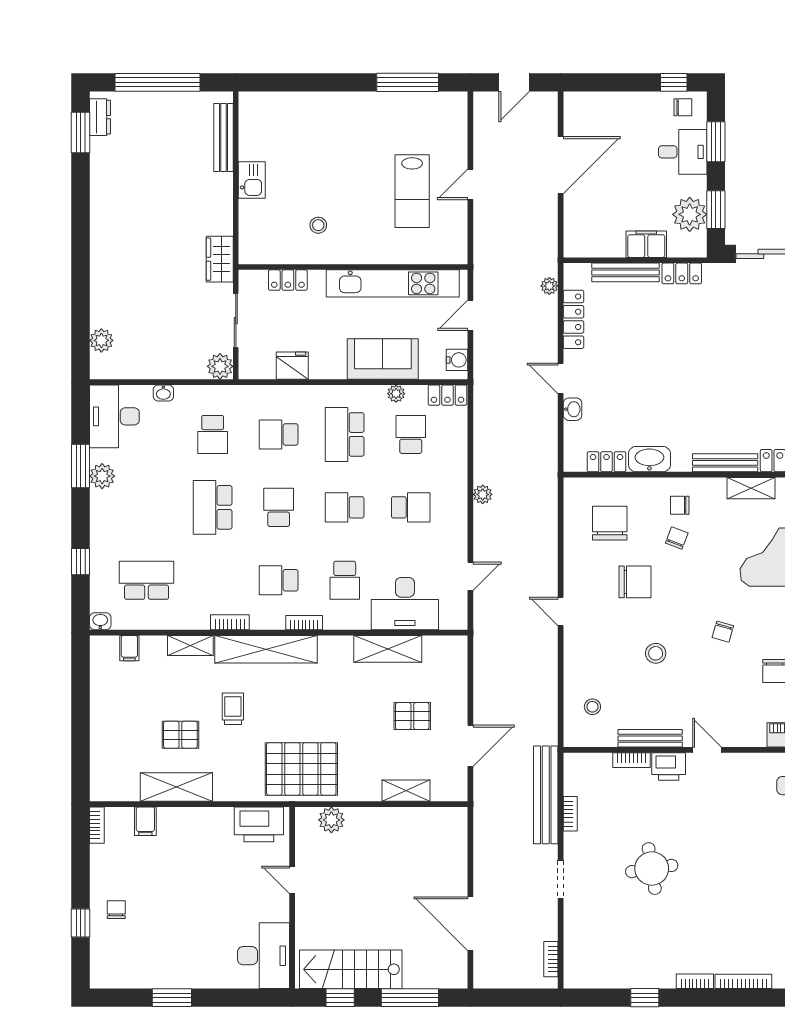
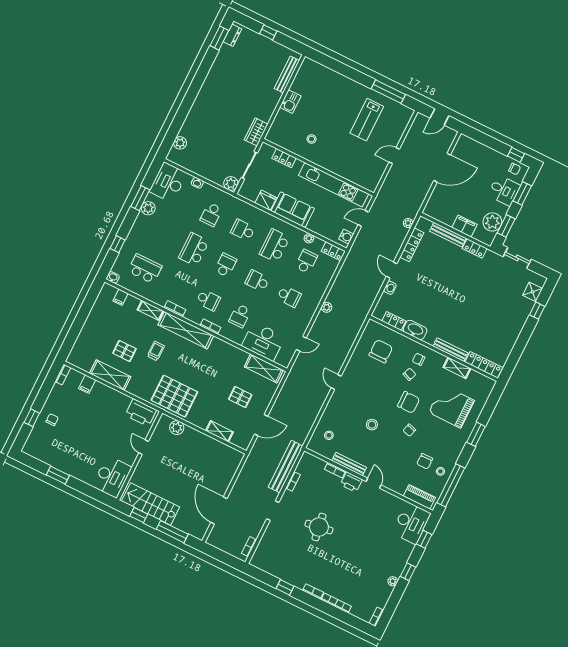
window: (157, 82) -> (268, 32), width x0.32
lab bench: (412, 191) -> (367, 120), moved
sofa: (383, 359) -> (293, 210), moved
school desk: (279, 580) -> (208, 300), turned 180
chair: (635, 582) -> (409, 402), moved
shelving: (388, 649) -> (264, 368), moved

